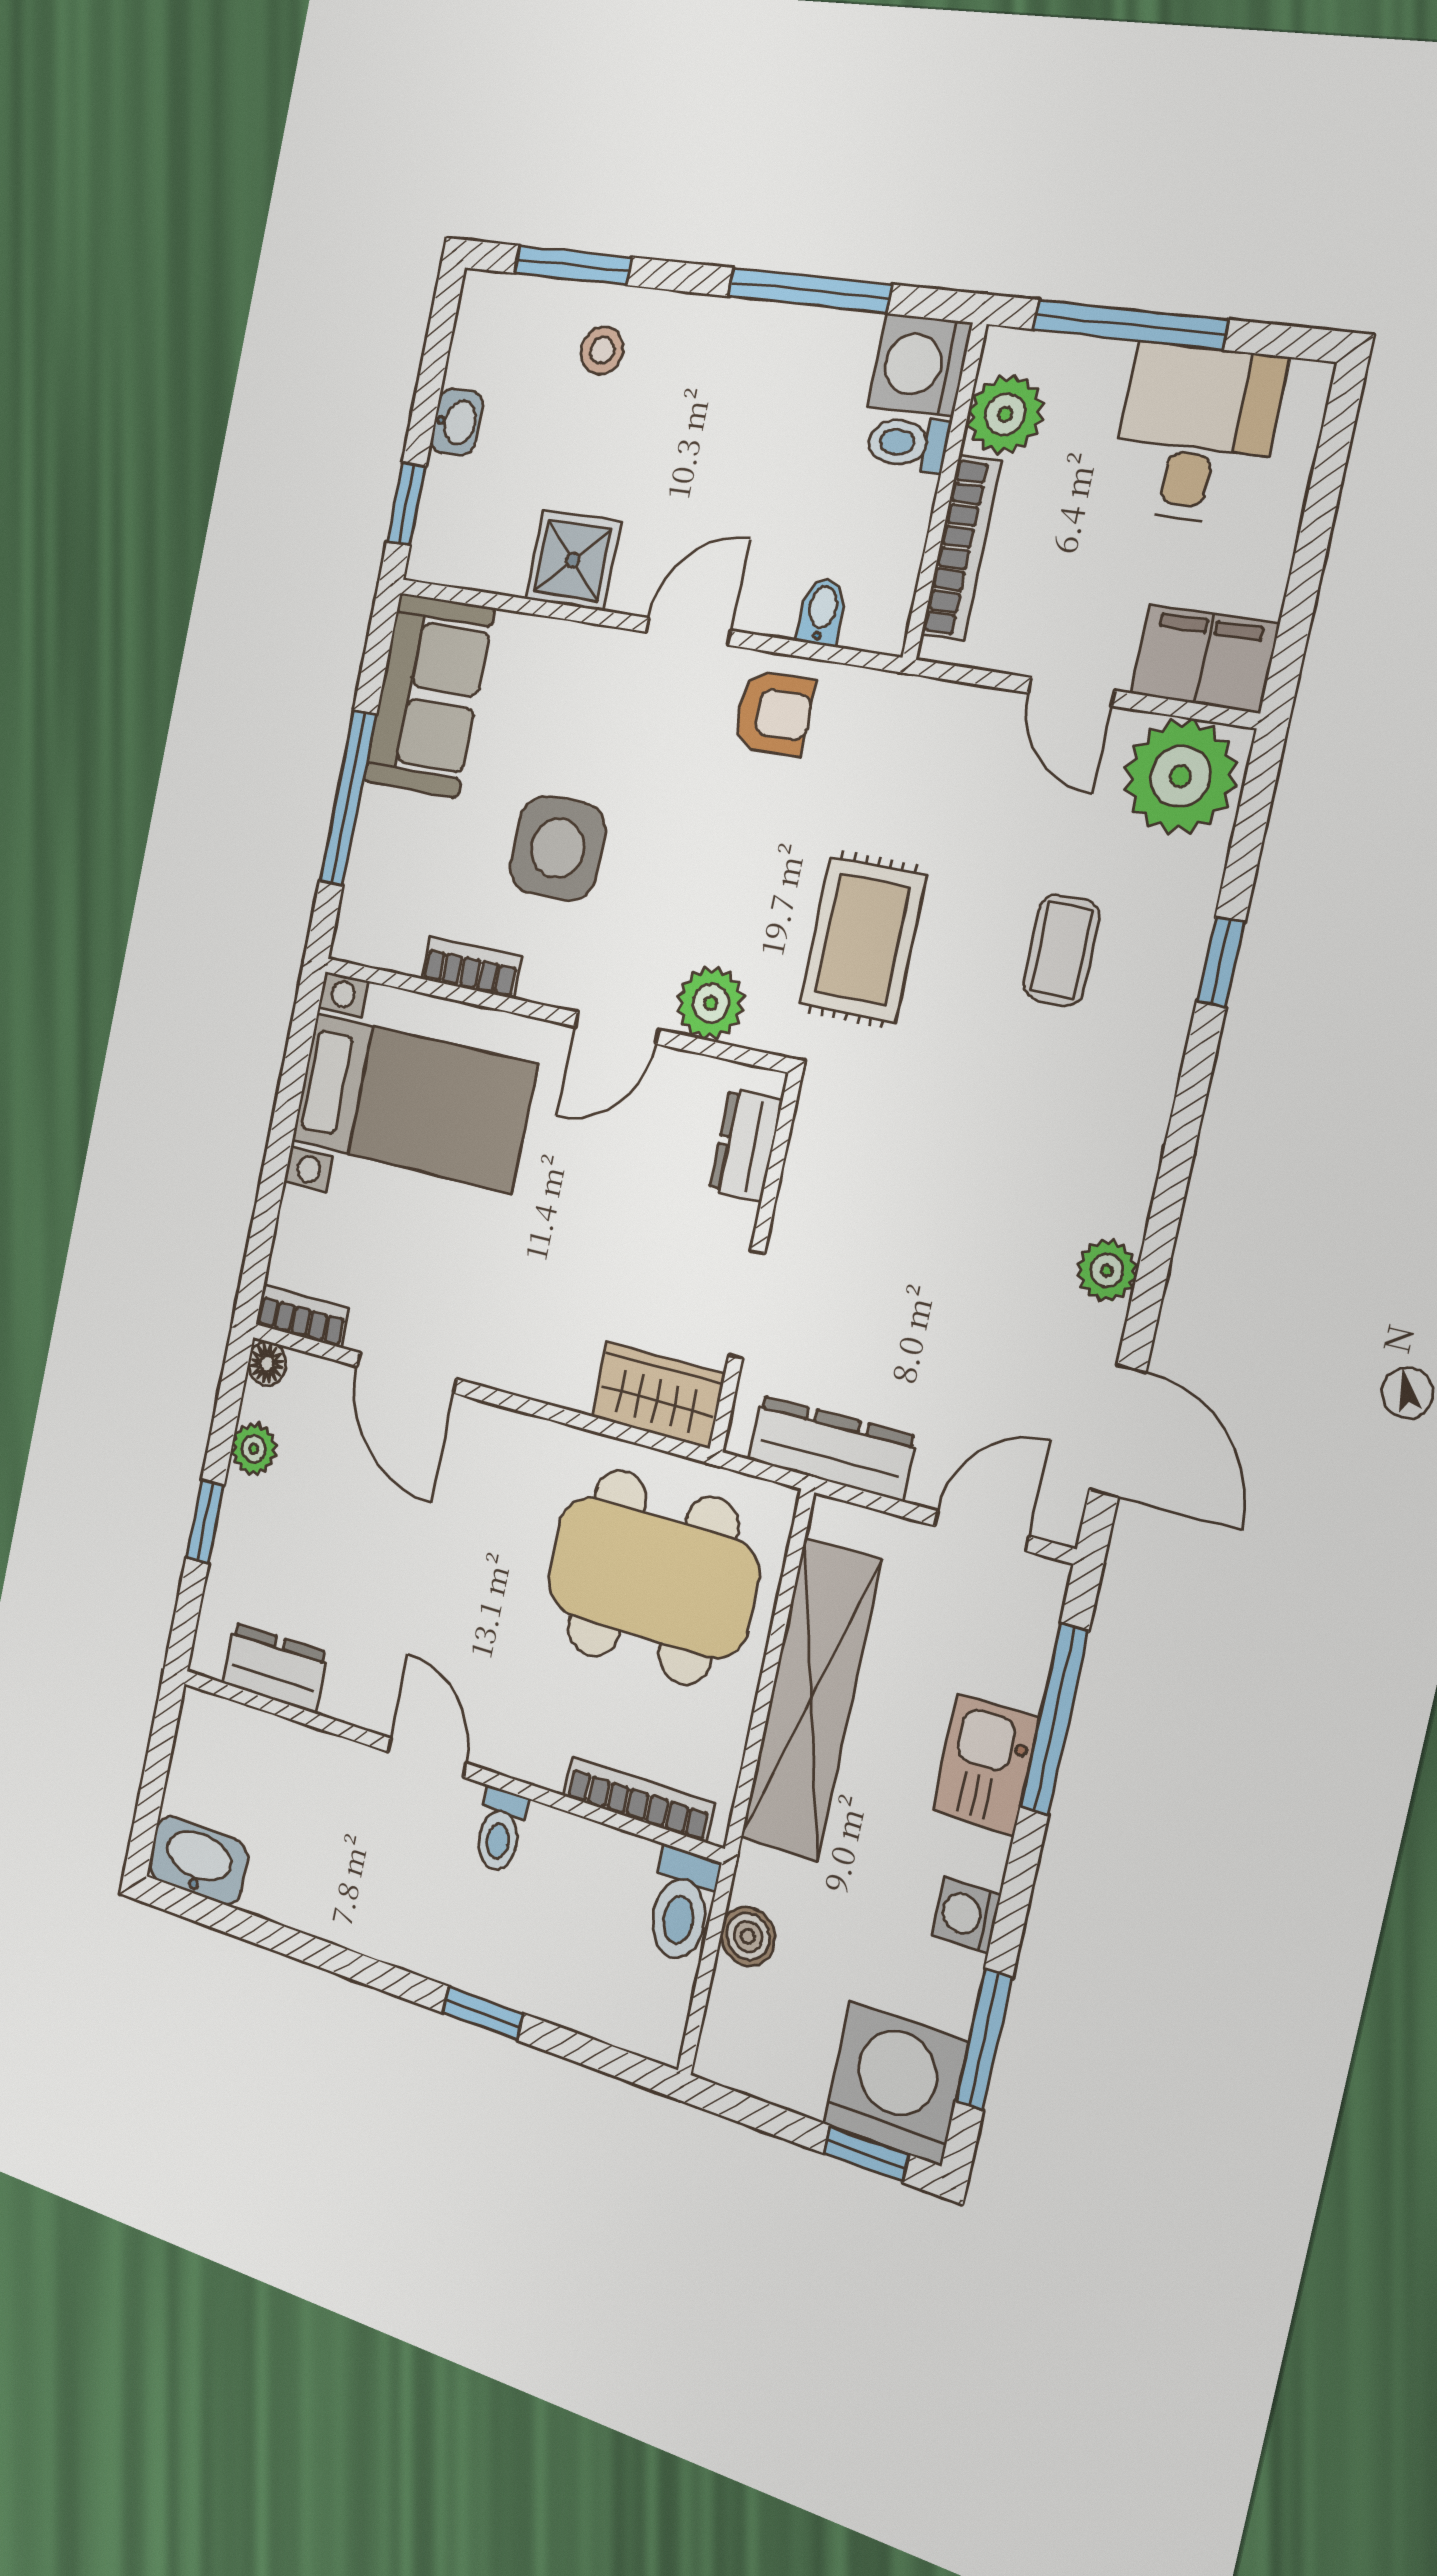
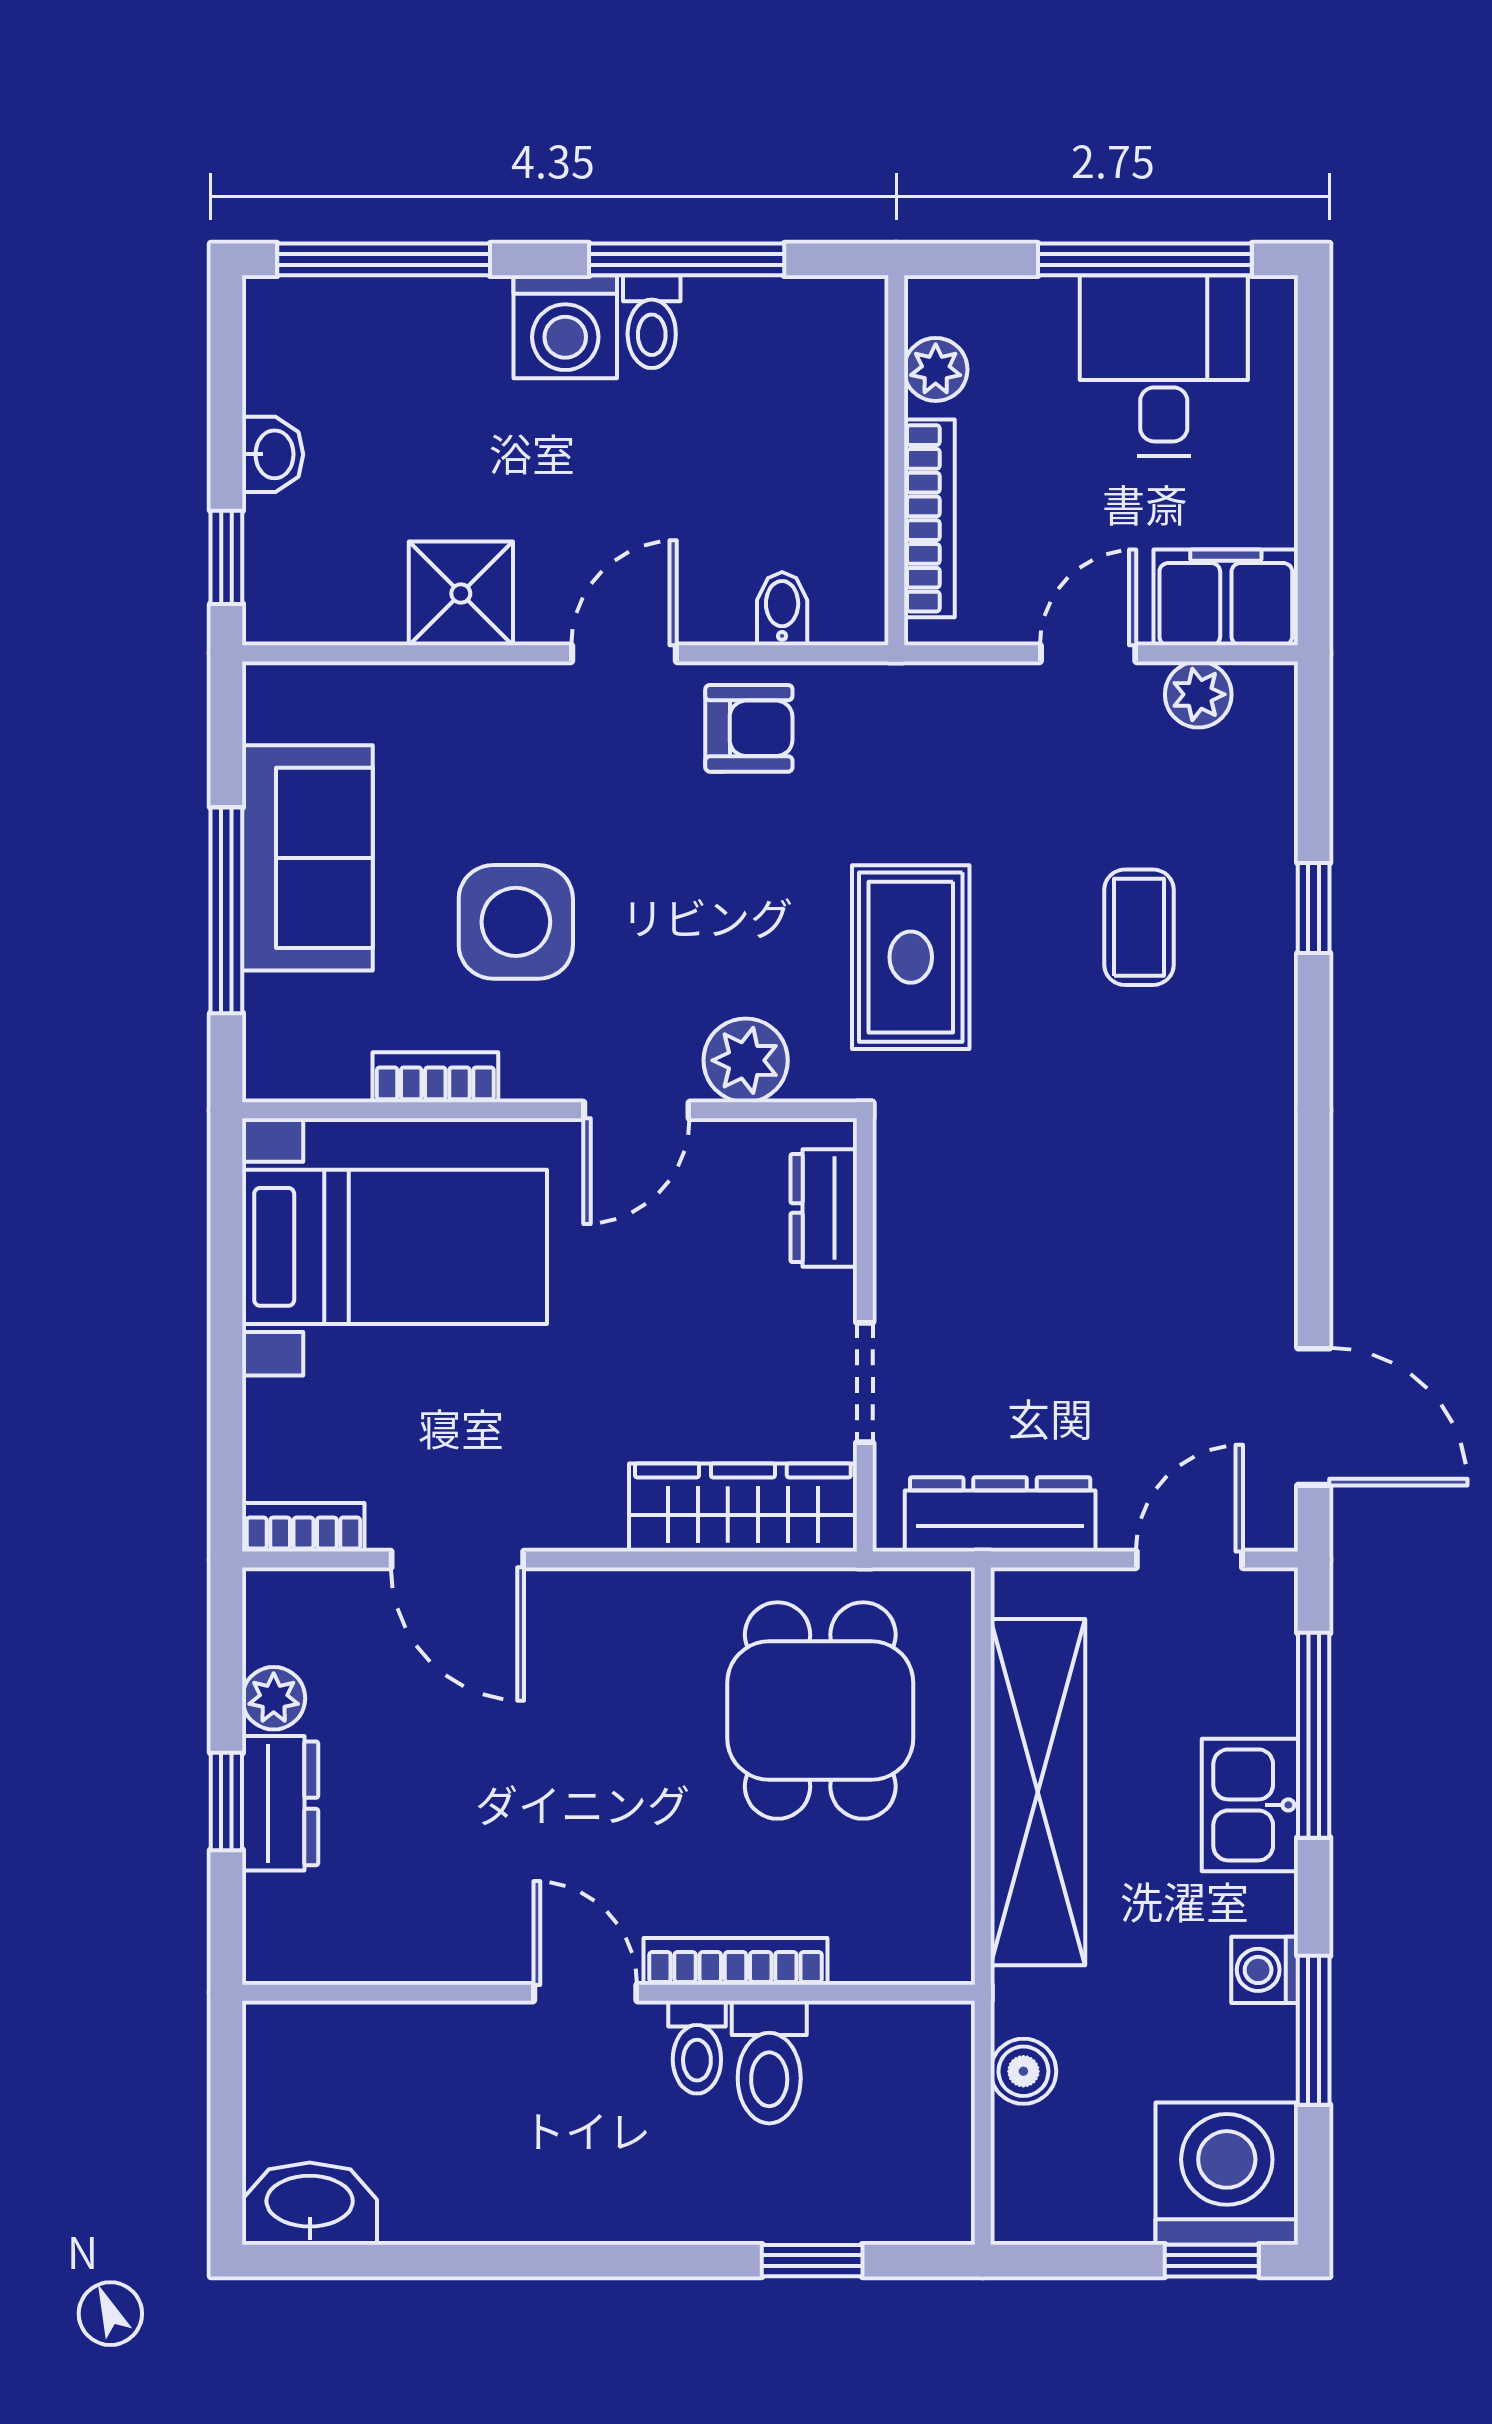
window: (572, 265) -> (384, 259), width x1.44
window: (1130, 325) -> (1145, 259), moved
stool: (602, 350) -> (444, 352), removed
washing machine: (920, 365) -> (565, 327), moved, turned -90
plant: (1005, 414) -> (936, 369), width x0.73, depth x0.73
toilet: (908, 443) -> (652, 322), moved, turned -90
door: (1071, 692) -> (1088, 653), swing flipped
sofa: (429, 695) -> (307, 858), moved
plant: (1180, 776) -> (1198, 694), width x0.53, depth x0.53
plant: (1107, 1270) -> (1264, 1252), removed
floor lamp: (267, 1363) -> (269, 1594), removed
wardrobe: (658, 1395) -> (743, 1507), width x1.50
dining table: (653, 1577) -> (820, 1711), width x0.73
dresser: (275, 1668) -> (280, 1803), moved, turned 90
bookcase: (639, 1799) -> (735, 1961), moved
toilet: (682, 1905) -> (769, 2062), moved
window: (483, 2013) -> (812, 2261), moved
window: (984, 2040) -> (1314, 2030), moved

